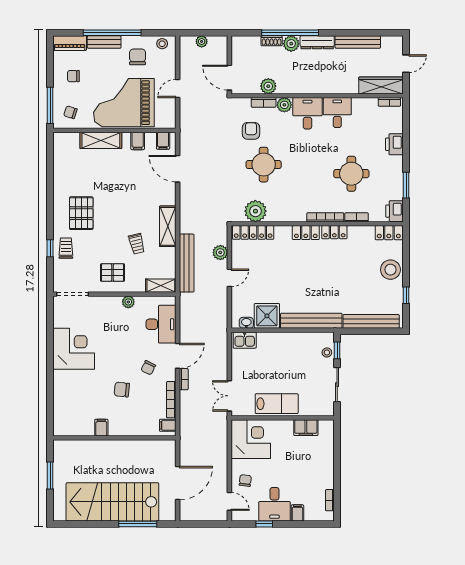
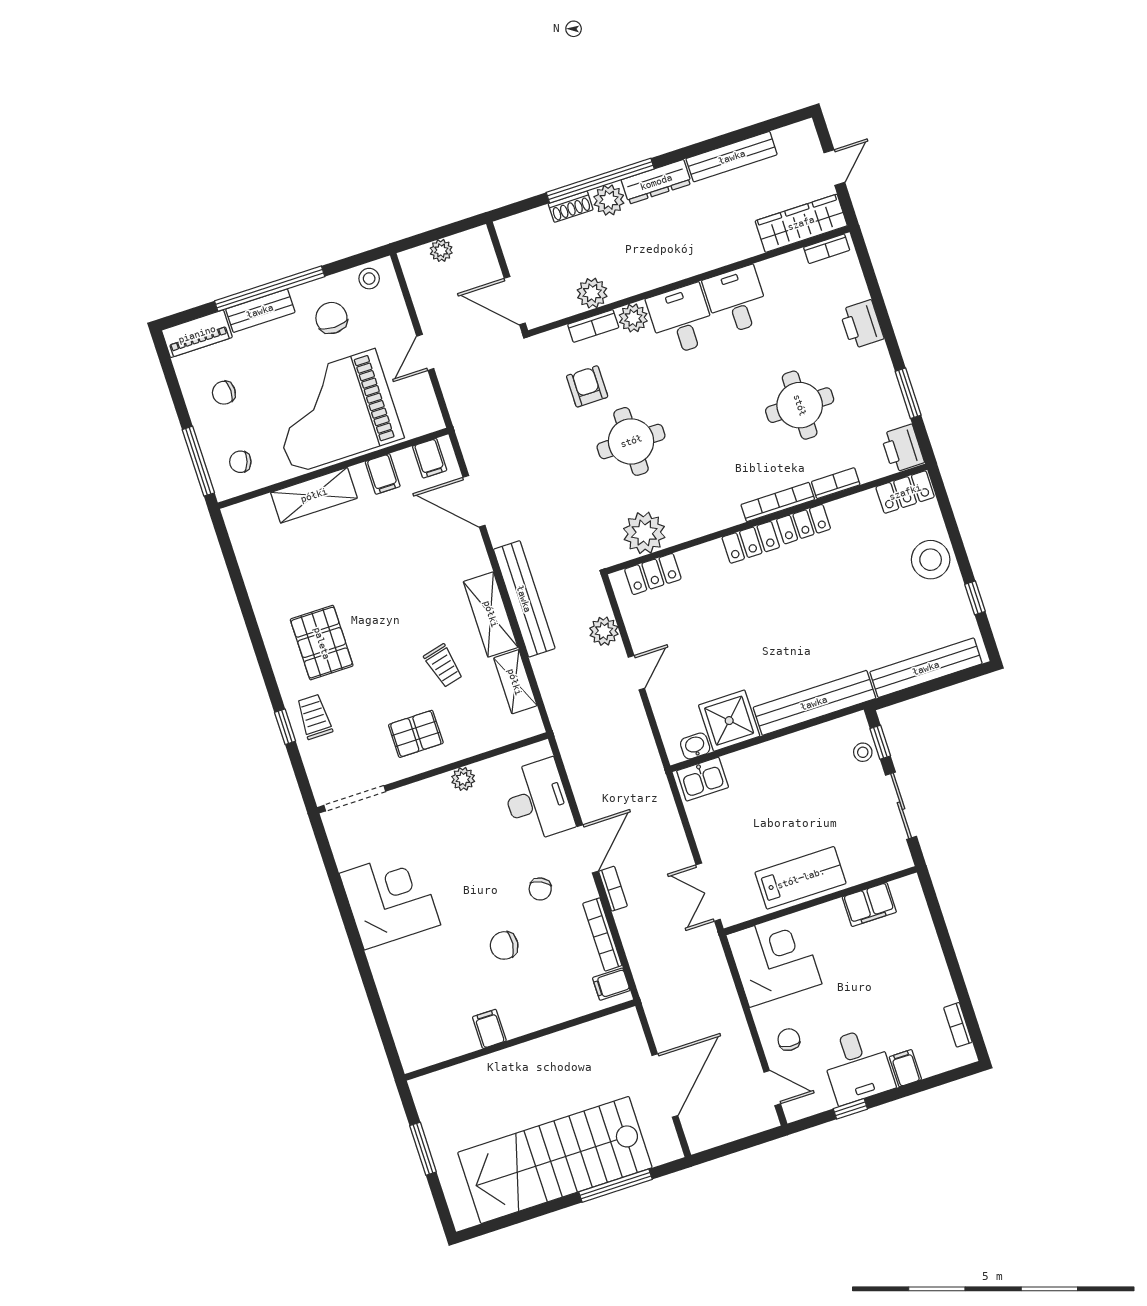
locker: (253, 232) -> (653, 574), width x0.66
bench: (187, 263) -> (524, 599), moved
shelving: (161, 286) -> (515, 682), moved, turned 90

